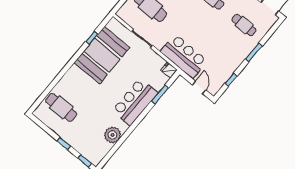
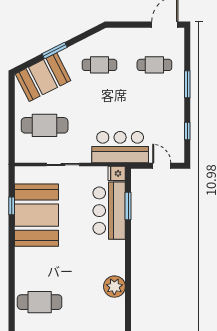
bar counter: (135, 102) -> (109, 211), moved

